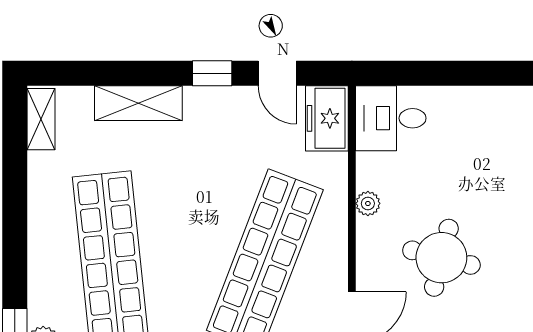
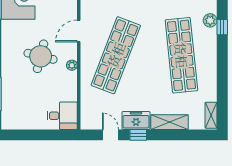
freezer: (327, 118) -> (136, 121), moved, turned -90
plant: (368, 203) -> (72, 65), moved

